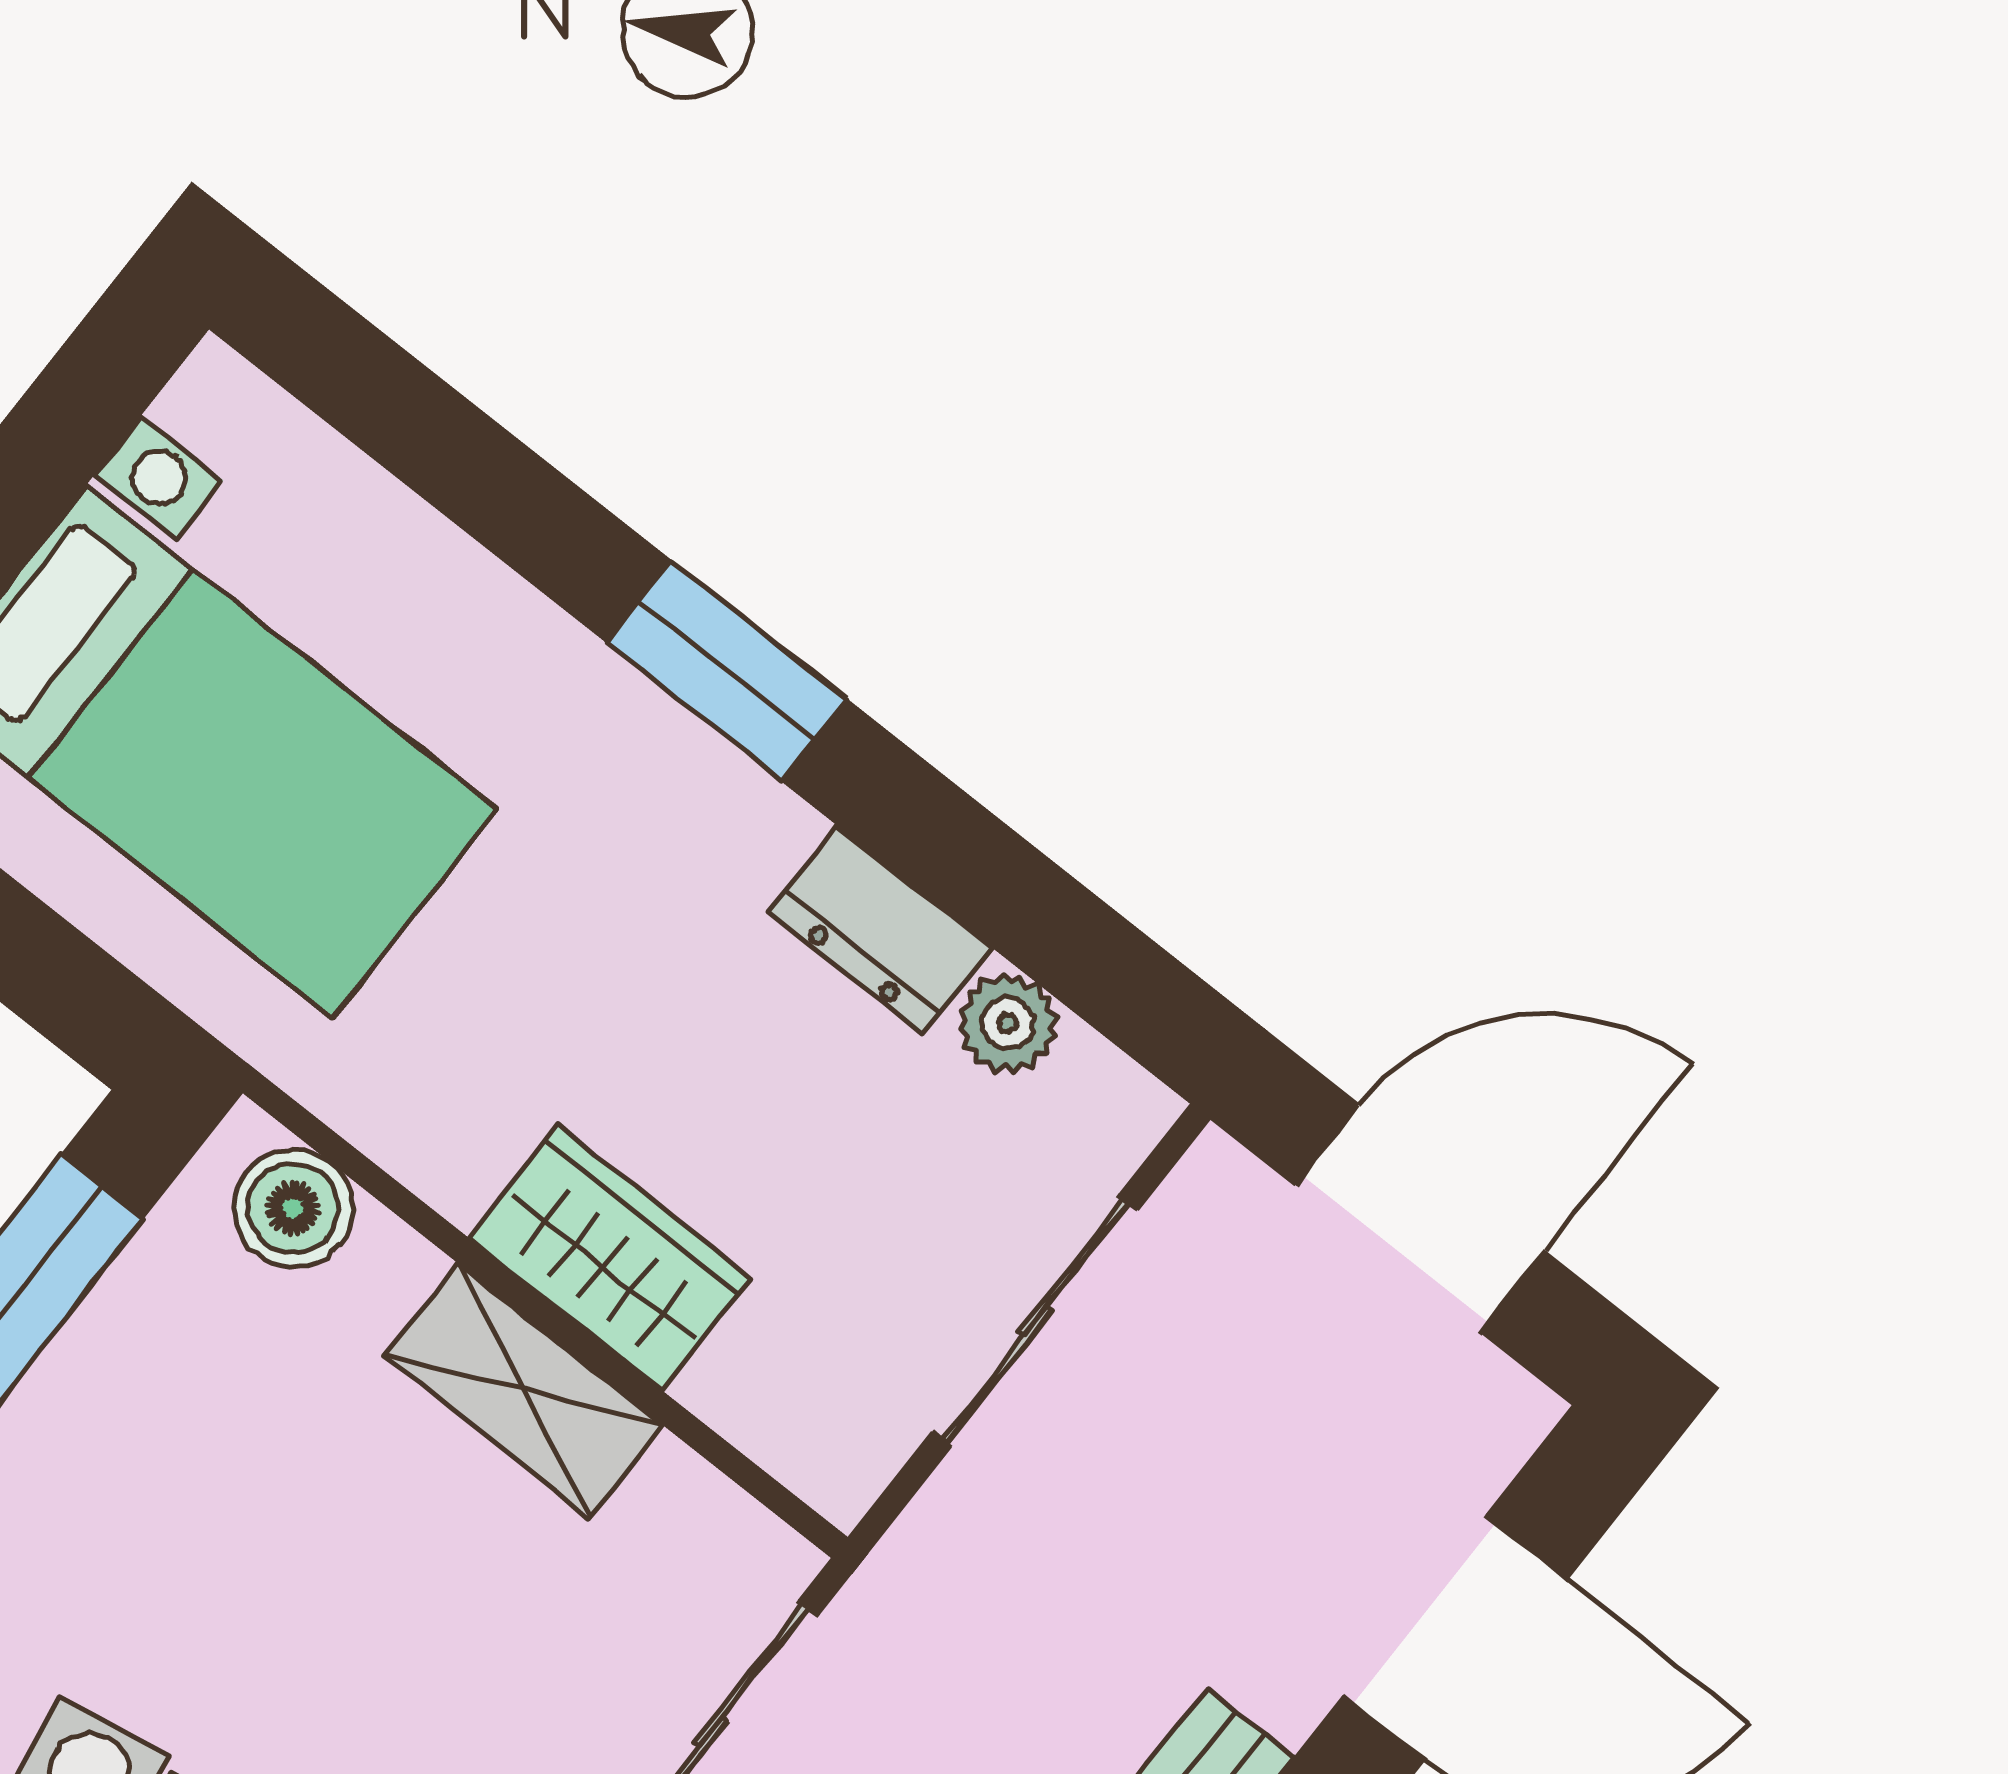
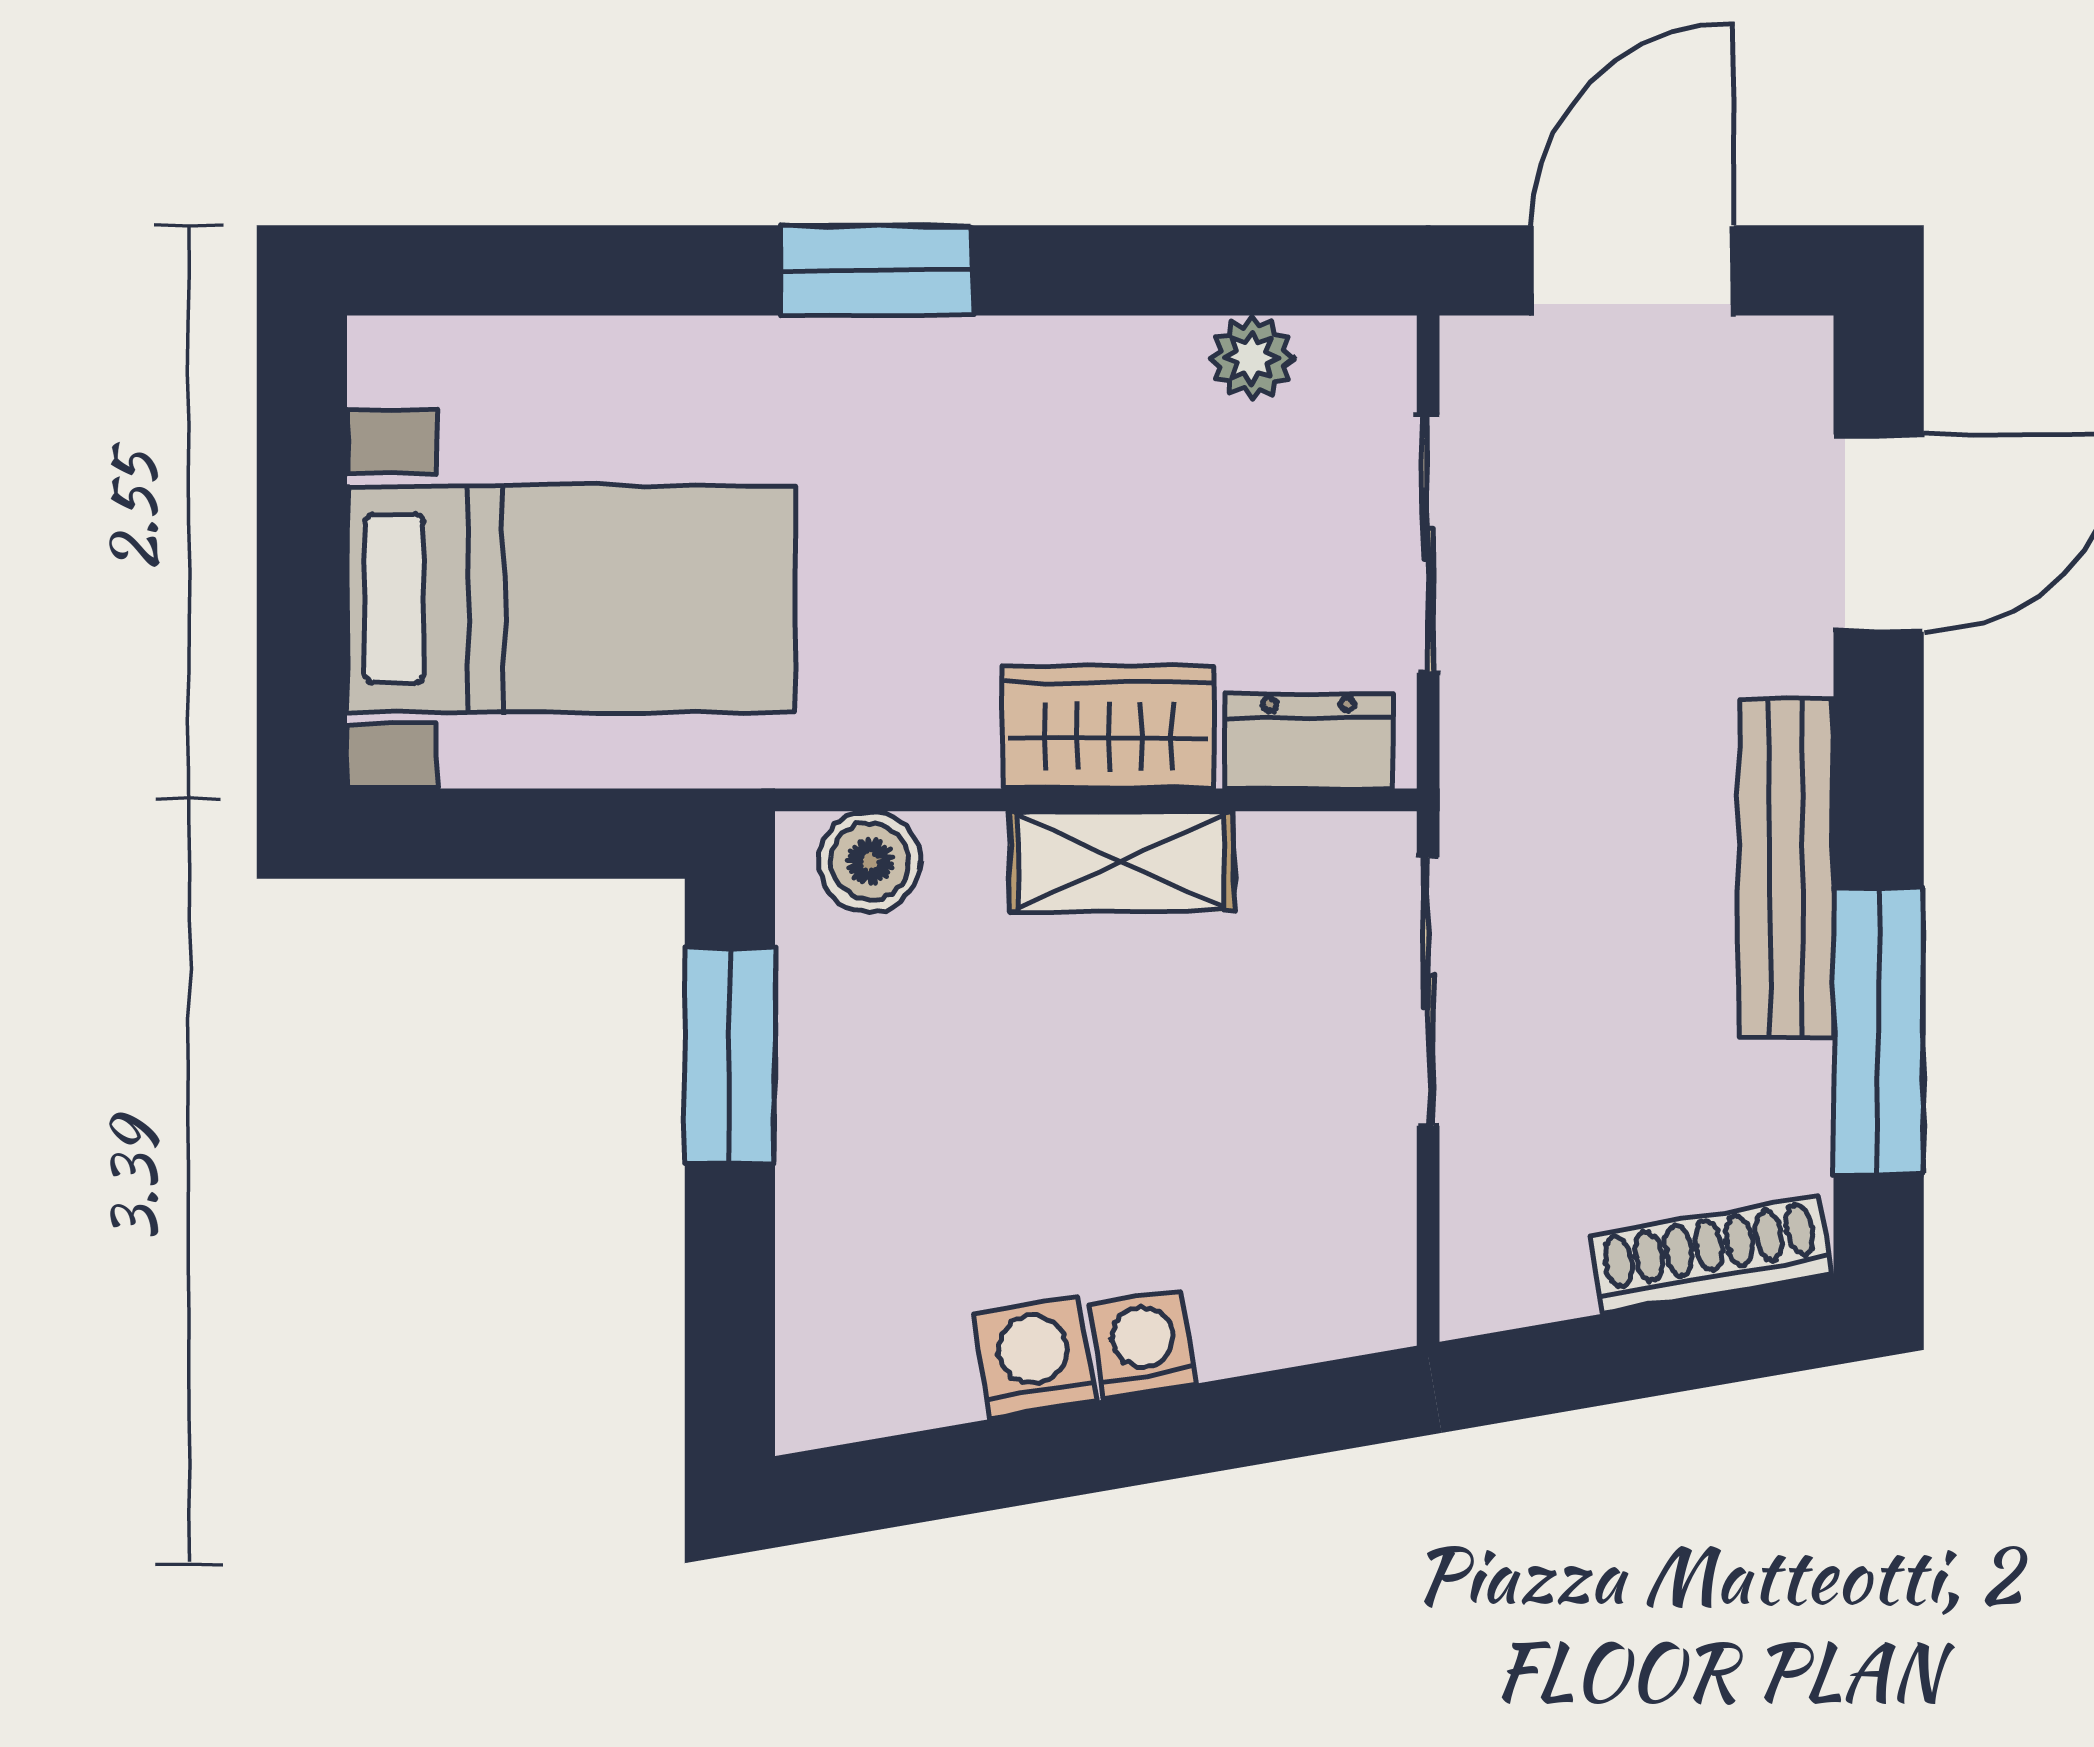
dresser: (880, 930) -> (1308, 741), moved, turned 180

